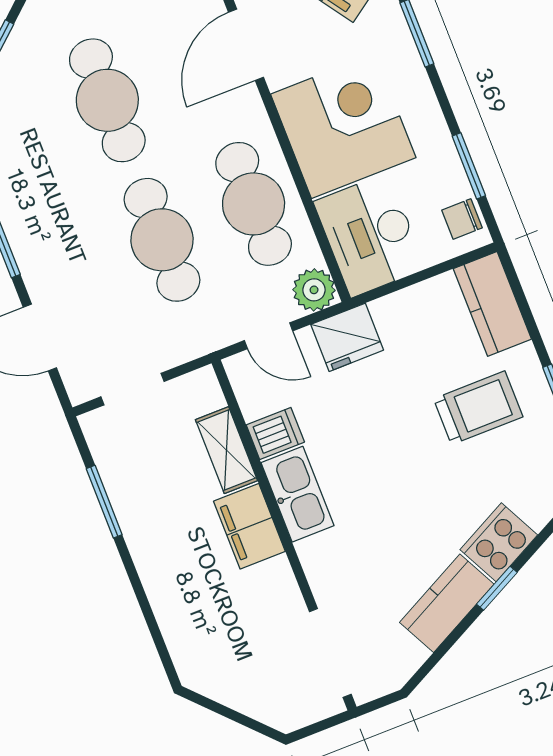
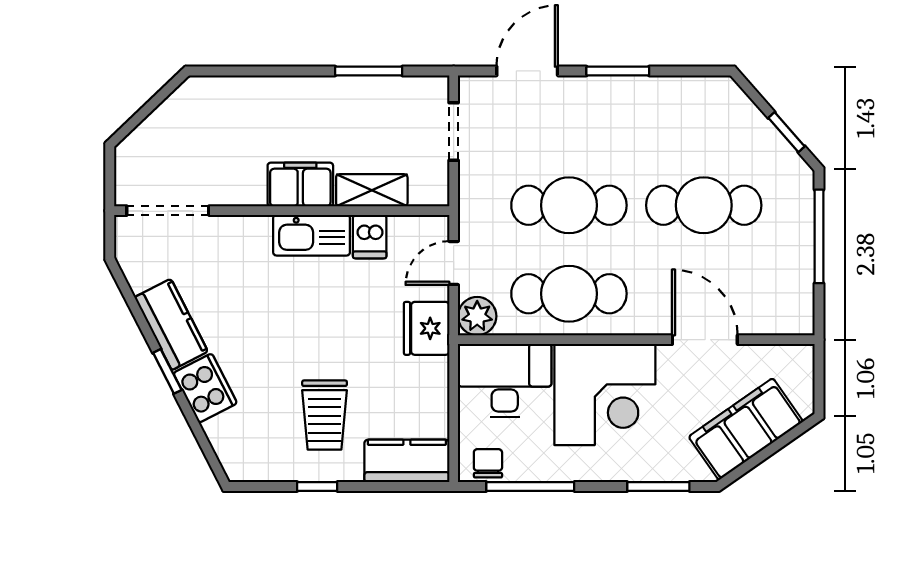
window: (469, 166) -> (530, 487), width x1.44

